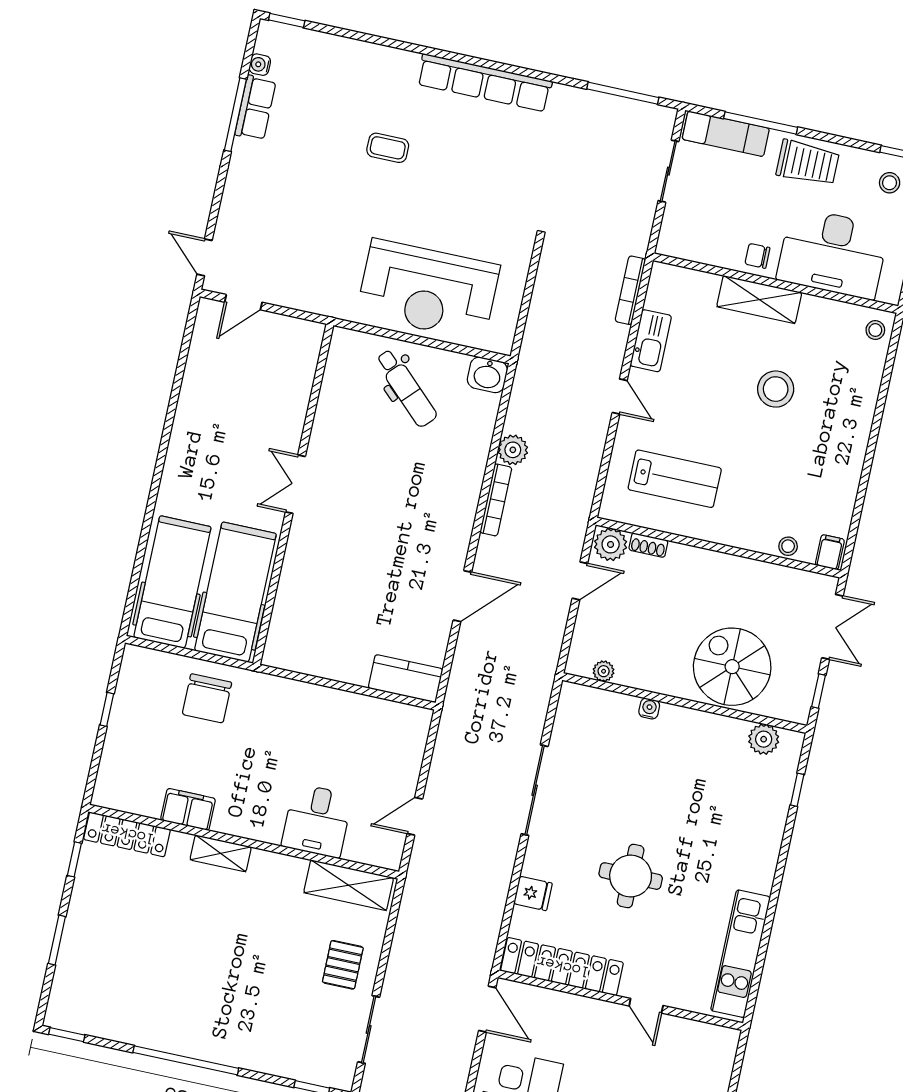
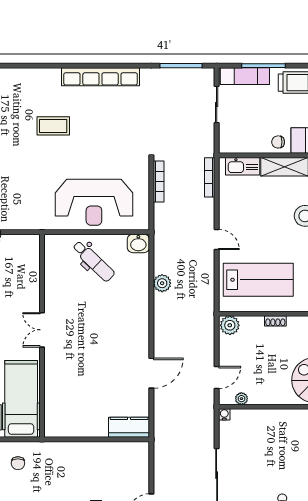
coffee table: (388, 148) -> (53, 126), width x1.36, depth x1.30
kitchen sink: (651, 341) -> (243, 166), moved, turned 90
lab bench: (675, 479) -> (258, 280), width x1.36, depth x1.39
bookcase: (496, 500) -> (159, 182), moved
shoe rack: (648, 545) -> (275, 321), moved
door: (580, 581) -> (217, 378), moved
chair: (207, 698) -> (18, 463), width x0.54, depth x0.54
water cooler: (649, 709) -> (224, 414), moved

